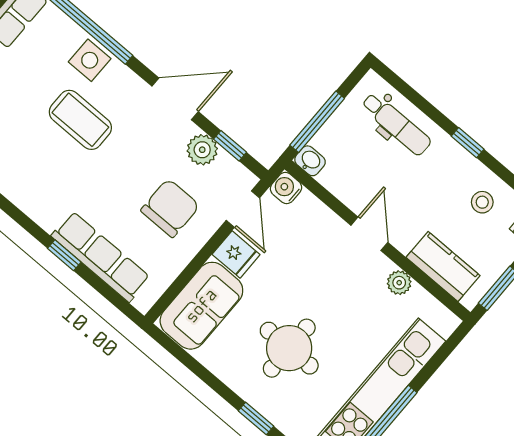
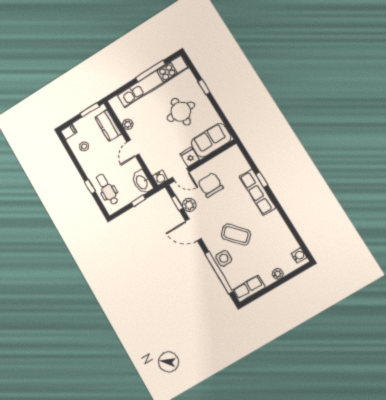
coffee table: (80, 120) -> (236, 235), turned -42
window: (317, 122) -> (138, 201), width x0.46
window: (468, 143) -> (90, 186), moved
washbasin: (310, 161) -> (142, 182), width x1.91, depth x1.45
chair: (170, 208) -> (211, 185), turned 90
door: (243, 209) -> (181, 175), swing flipped
row of seats: (101, 257) -> (258, 192), moved

